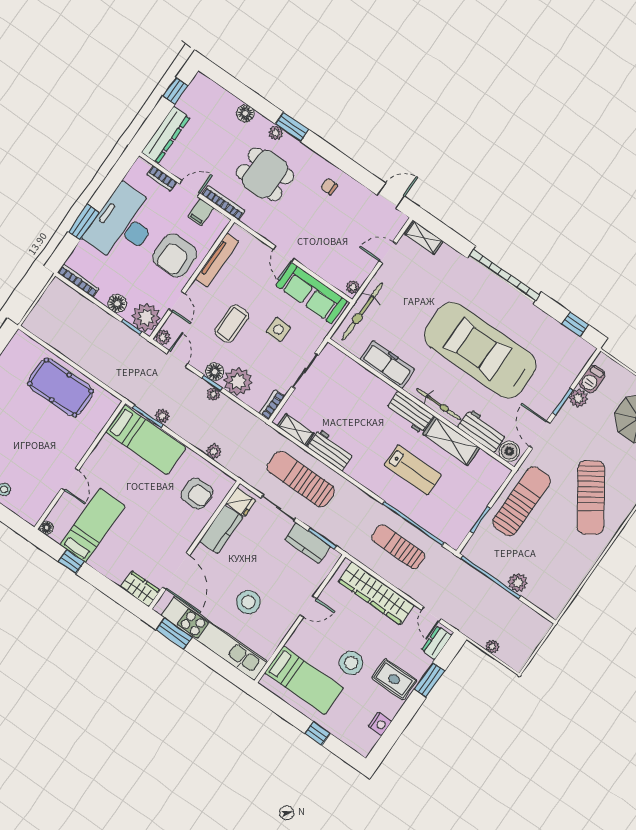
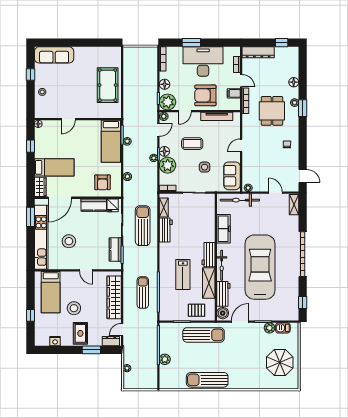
sofa: (312, 293) -> (232, 176), width x0.73
pallet: (479, 487) -> (196, 310), added
sun lounger: (591, 498) -> (207, 380), moved, turned 34
bed: (93, 525) -> (54, 167), moved

